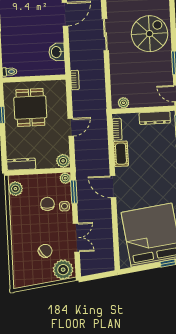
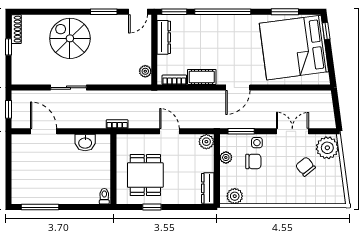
dining table: (30, 108) -> (145, 175), turned 90
plant: (65, 178) -> (226, 157), moved
chair: (47, 204) -> (253, 161), turned 180

